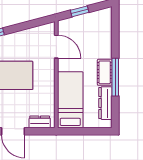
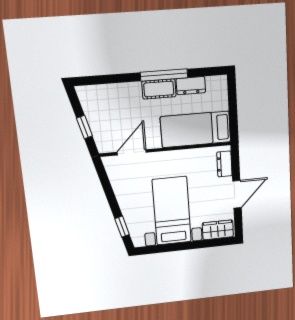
dresser: (105, 103) -> (191, 86), width x0.70

